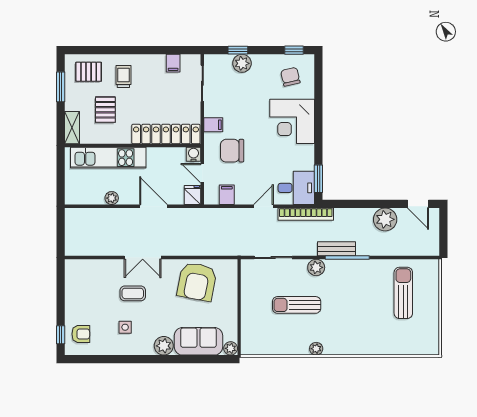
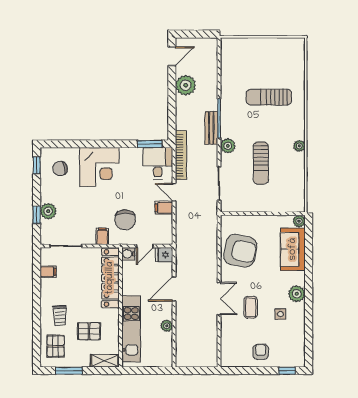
trolley: (123, 77) -> (60, 315), turned -93
filing cabinet: (227, 195) -> (164, 208), moved
sun lounger: (403, 293) -> (269, 97), moved
armchair: (81, 334) -> (261, 352), moved
plant: (164, 346) -> (297, 294), moved

